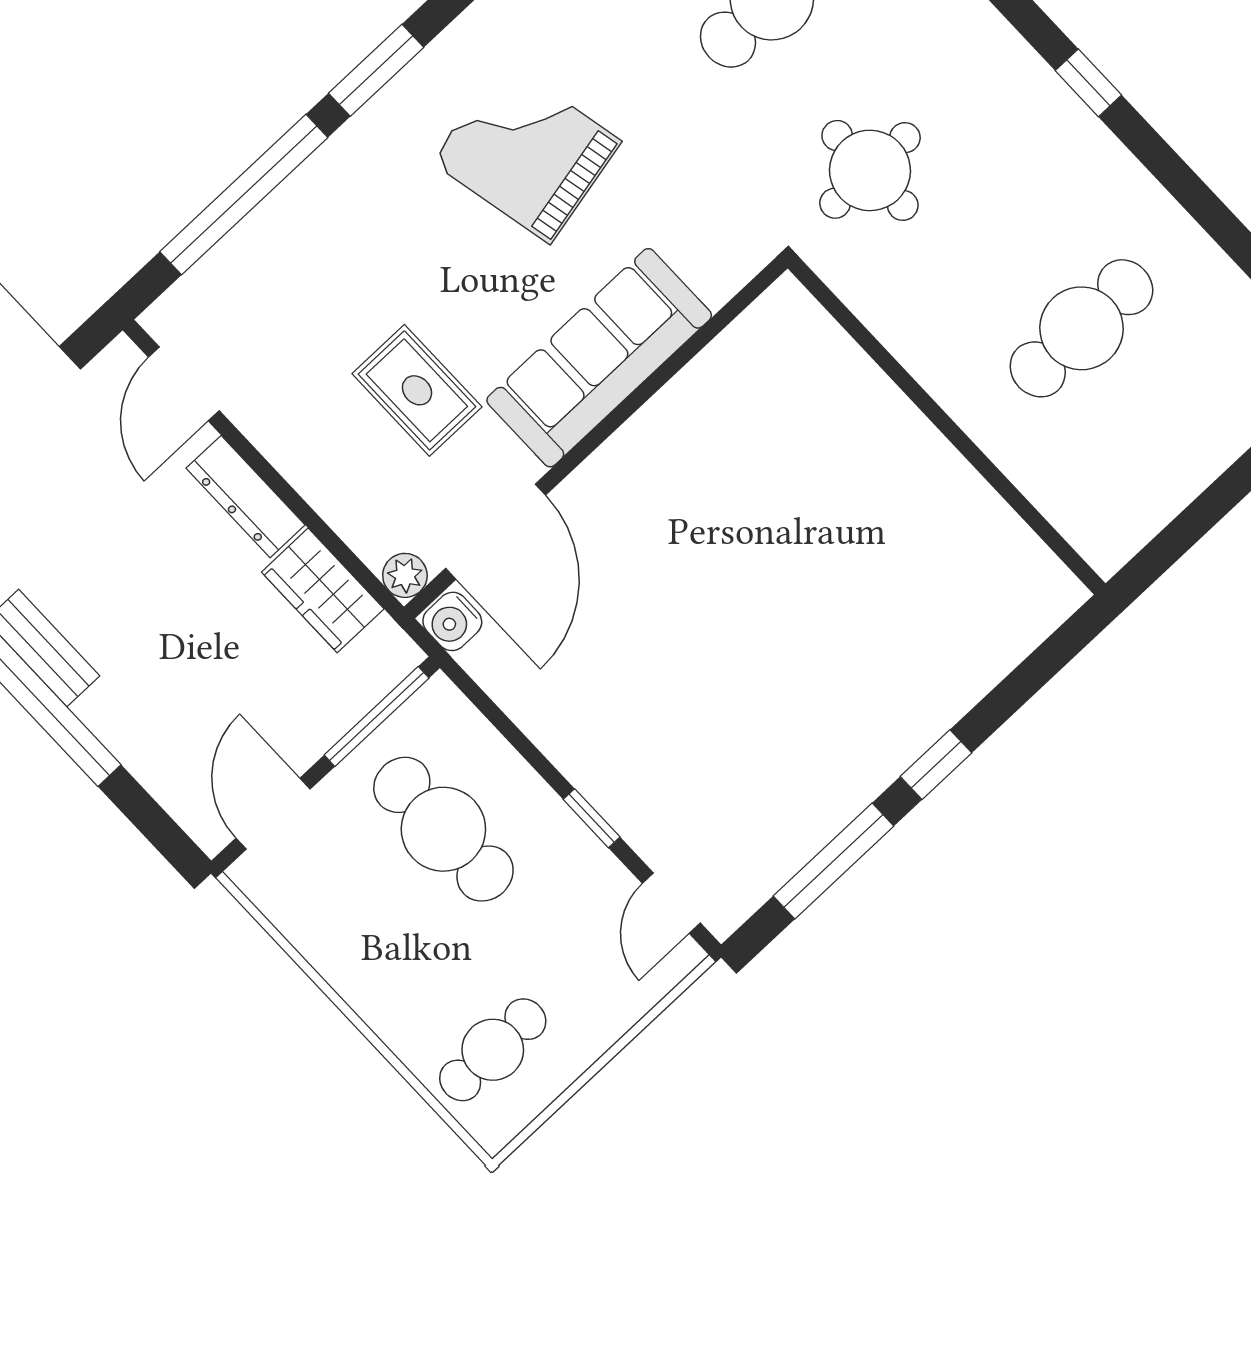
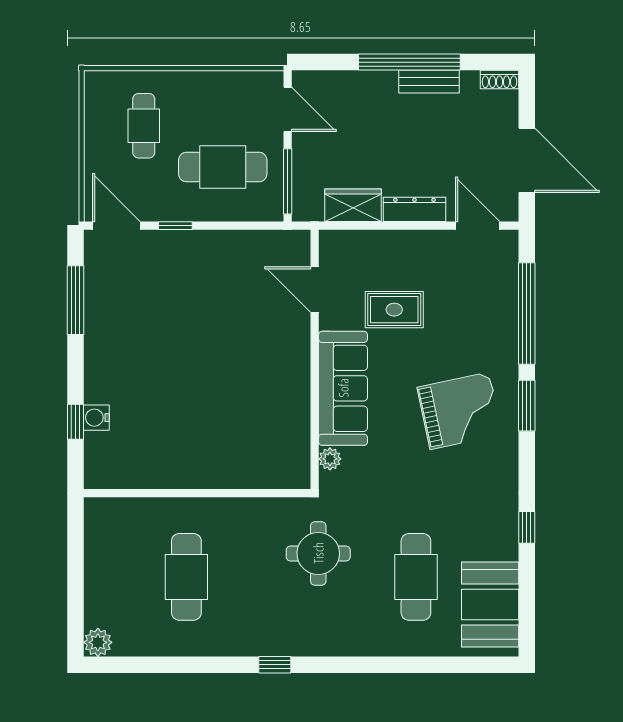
grand piano: (526, 152) -> (460, 411), moved
door: (496, 532) -> (315, 290), width x0.73
plant: (405, 575) -> (330, 459), moved
water cooler: (452, 621) -> (96, 418), moved, turned -90
window: (936, 765) -> (76, 422), moved
door: (671, 903) -> (116, 226), width x1.38
cafe table: (493, 1050) -> (144, 126), moved

